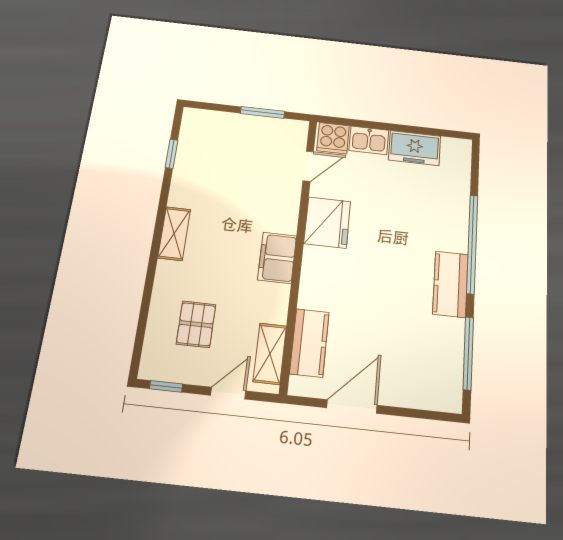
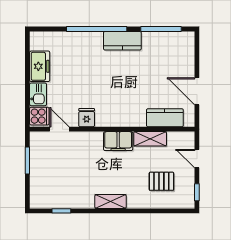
fridge: (327, 222) -> (87, 118), width x0.53, depth x0.75
shelving: (270, 354) -> (150, 139), moved

